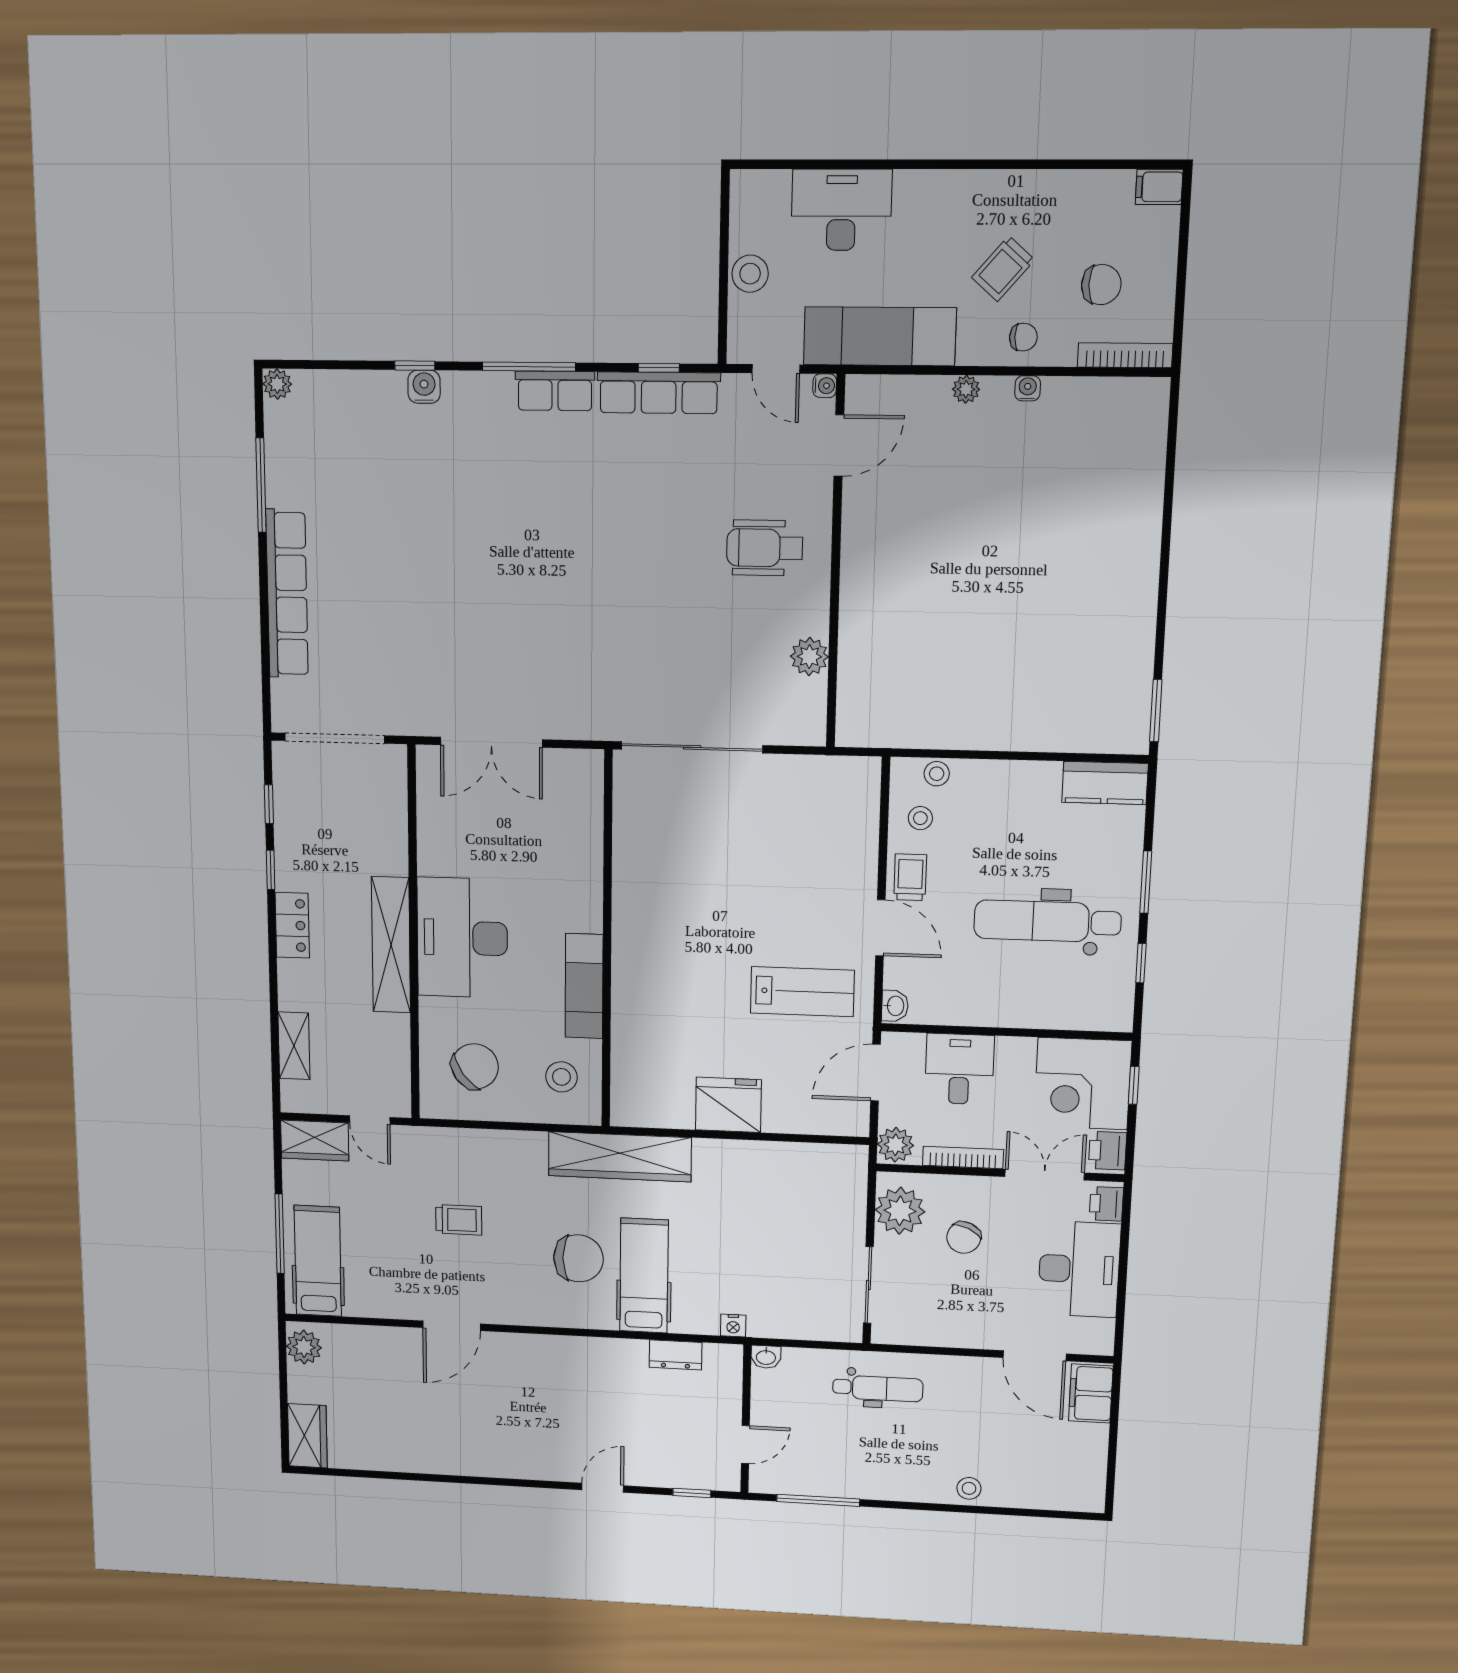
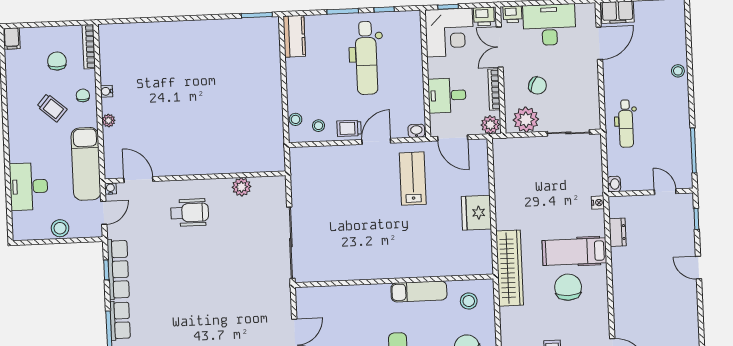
wheelchair: (765, 548) -> (190, 213), turned -90
dental chair: (878, 1388) -> (626, 124), turned 180

